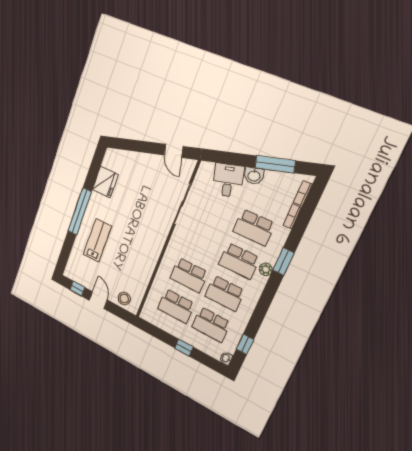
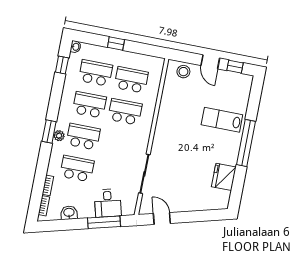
window: (275, 164) -> (104, 222), moved
washbasin: (254, 176) -> (69, 213), moved
lab bench: (97, 240) -> (222, 120), turned 90
window: (283, 262) -> (49, 132), moved

